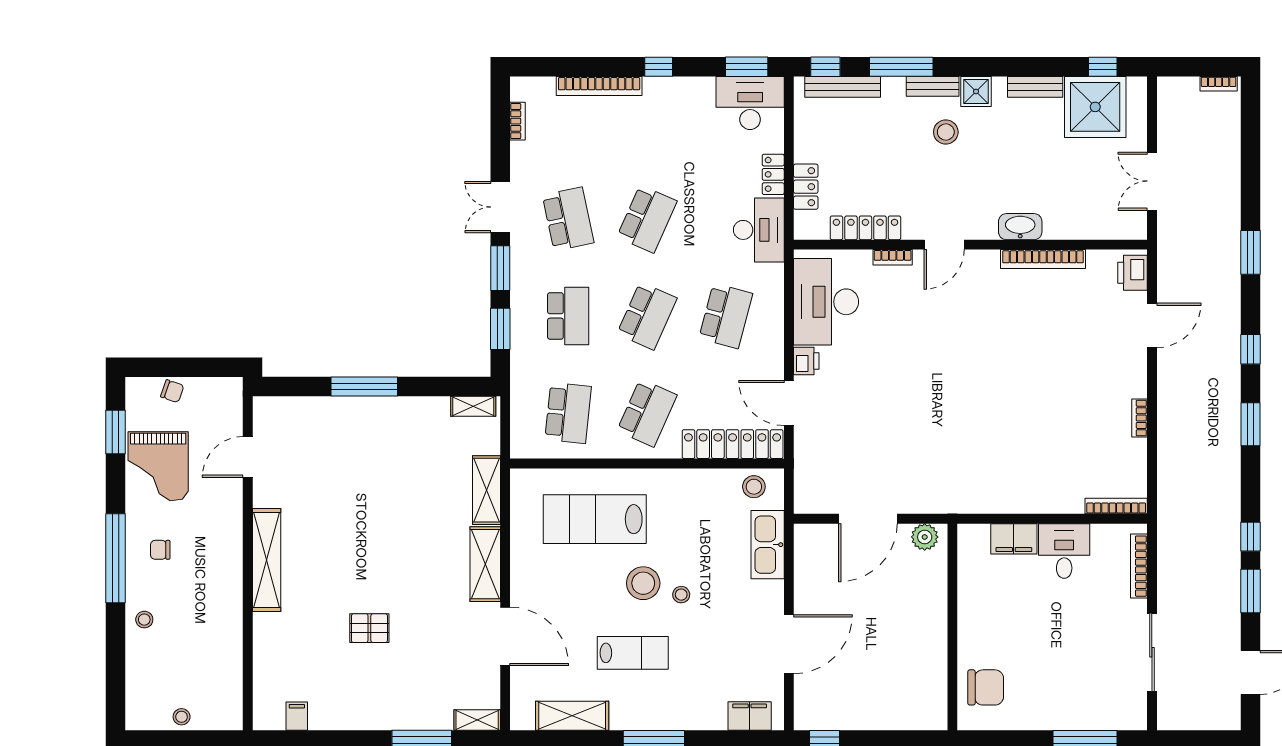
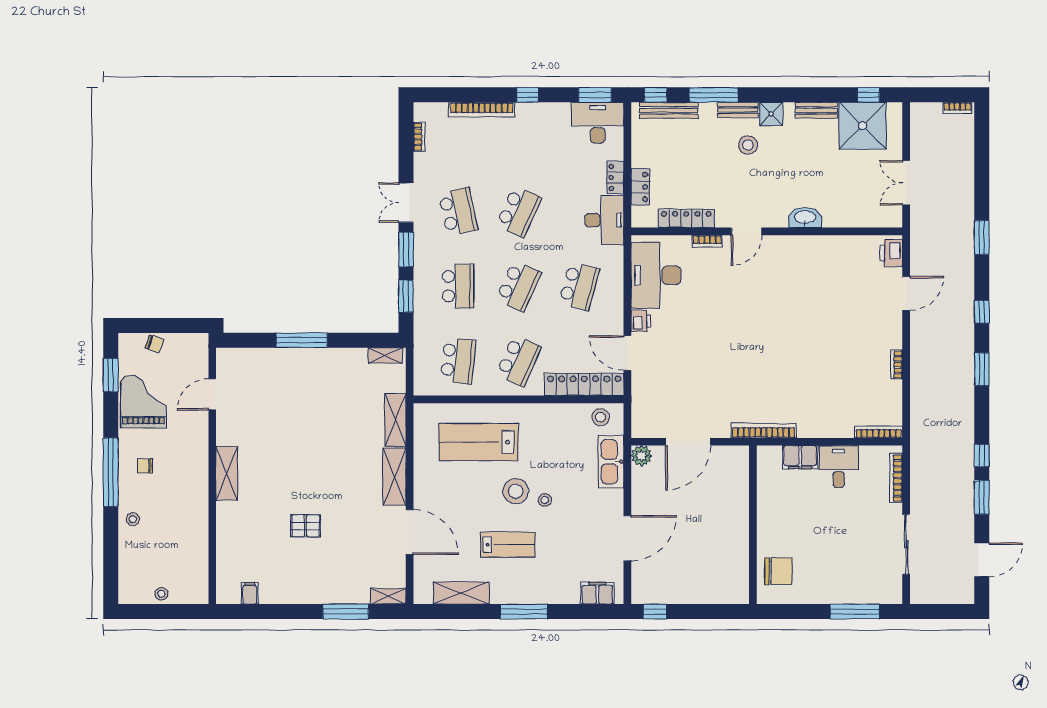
bookcase: (1043, 259) -> (764, 431), moved, turned 180
grand piano: (158, 466) -> (143, 401), turned 180
plant: (925, 537) -> (641, 456), moved
shelving: (267, 560) -> (227, 473), width x0.68

